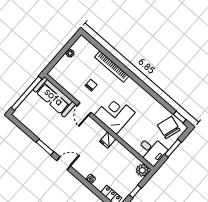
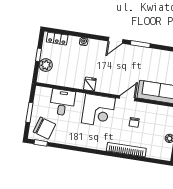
door: (84, 109) -> (127, 98), hinge flipped
desk: (152, 151) -> (62, 102), moved, turned 90
plant: (142, 170) -> (46, 65), moved

